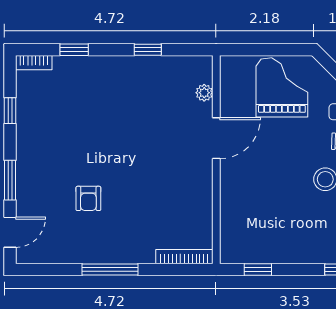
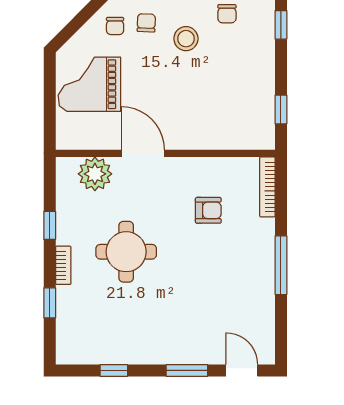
bookcase: (34, 63) -> (63, 265), moved
plant: (204, 93) -> (95, 174), width x1.88, depth x1.88
round table: (123, 122) -> (126, 252), added
armchair: (88, 198) -> (208, 210), moved

